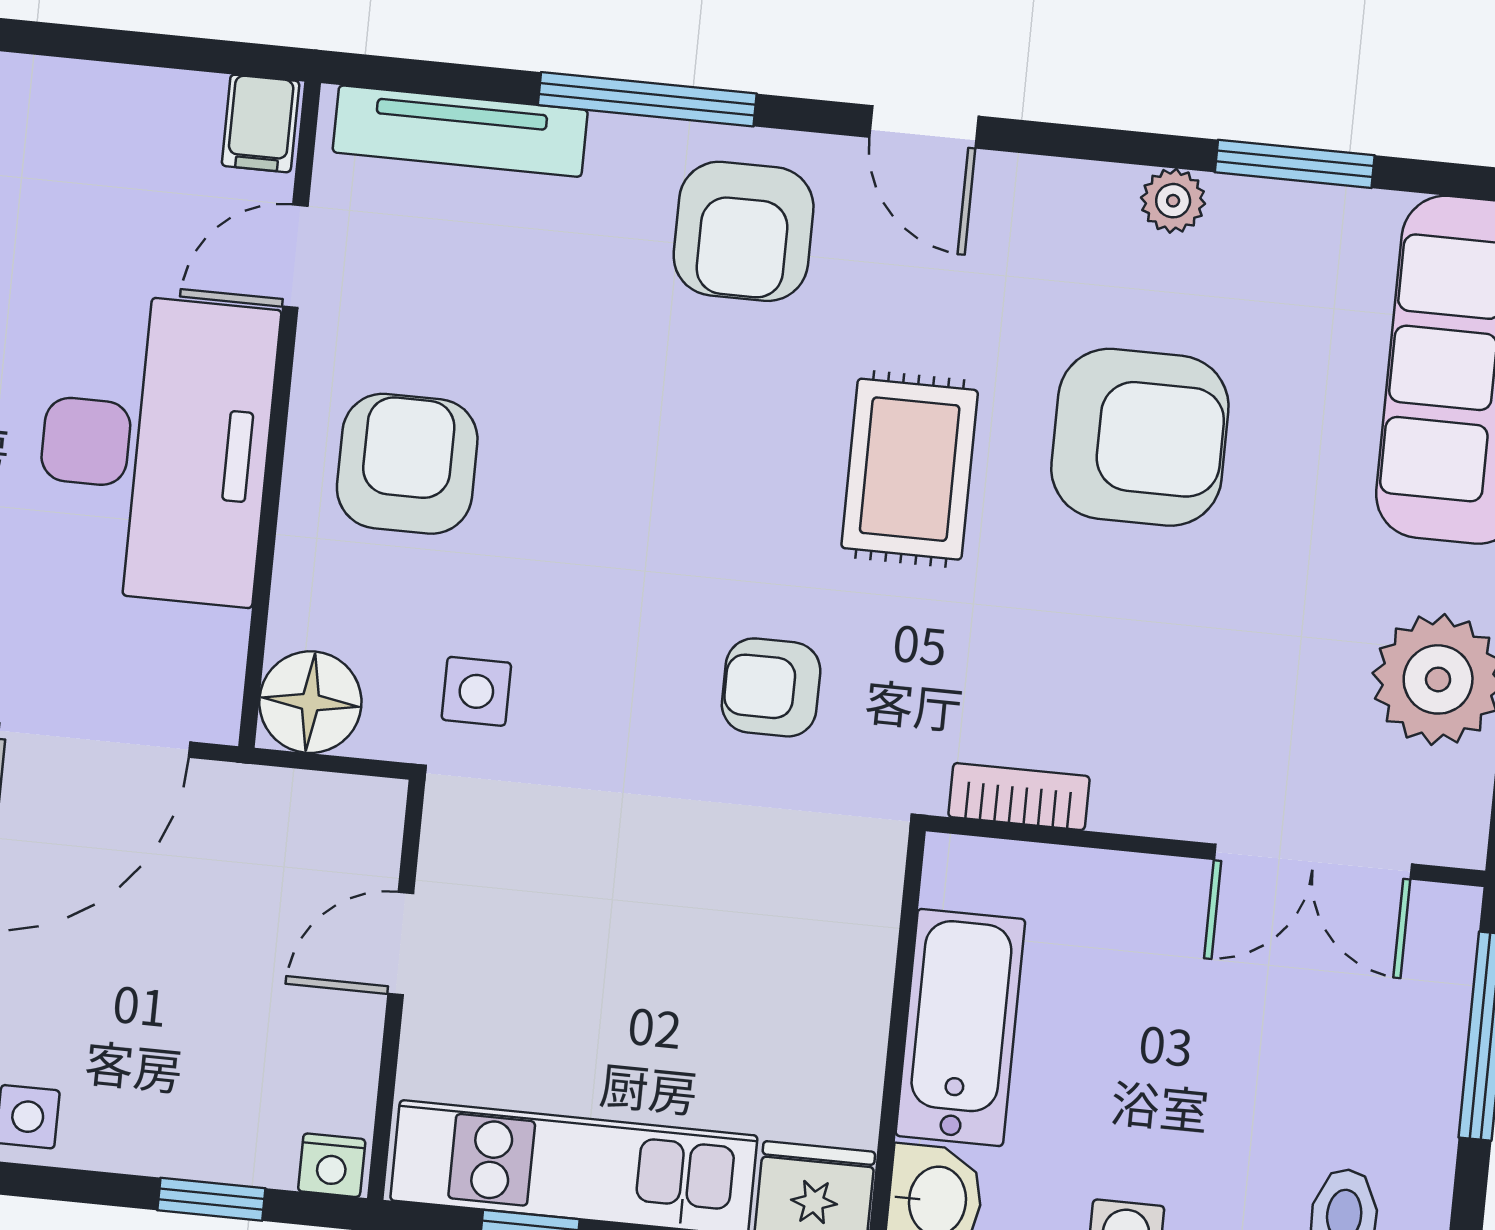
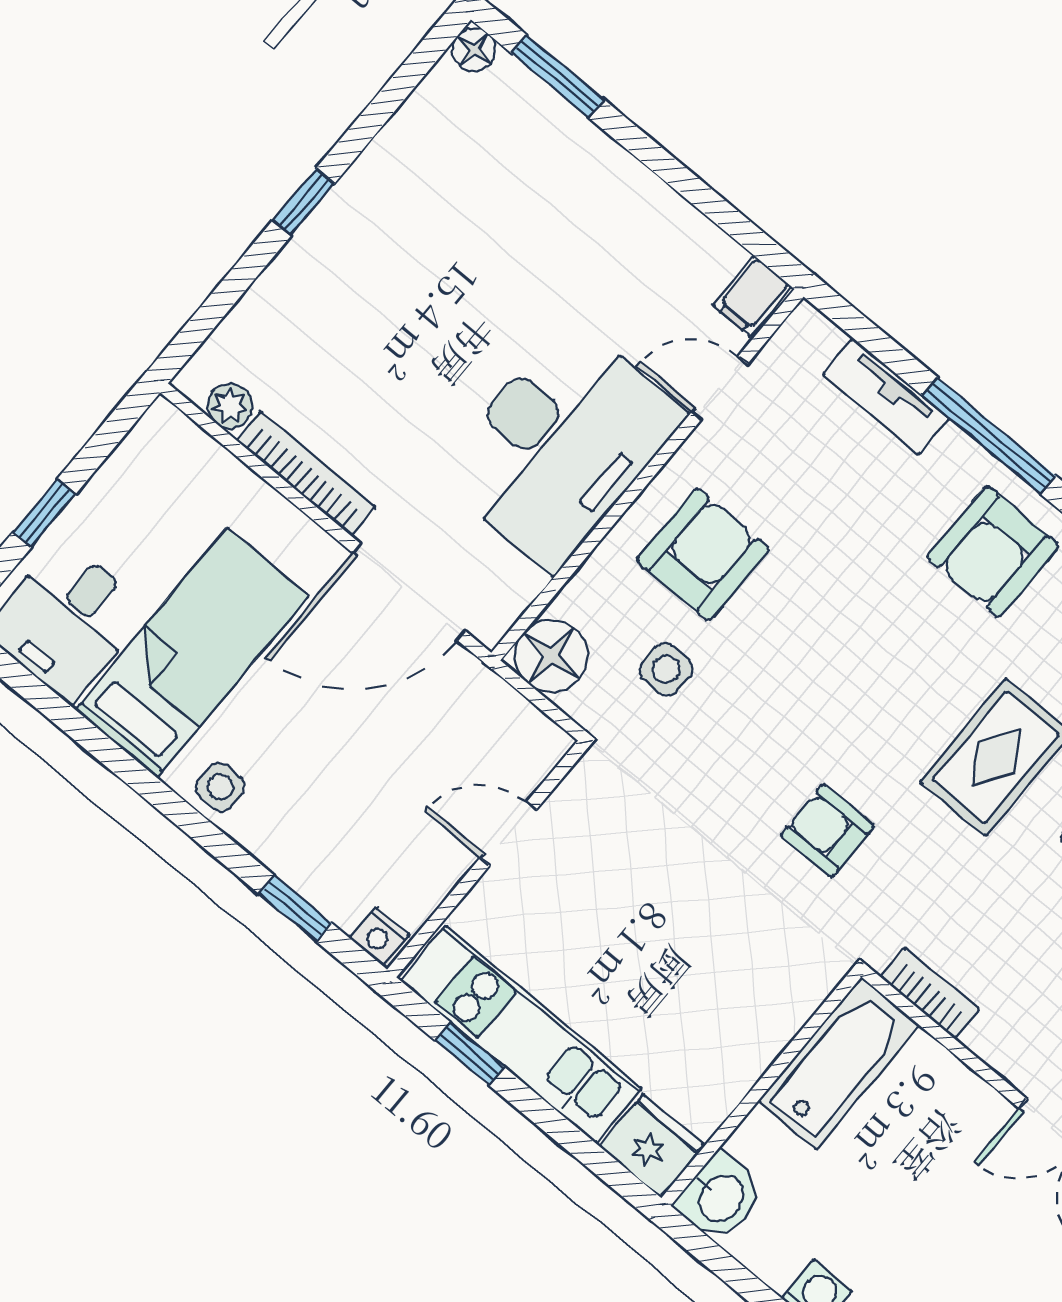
tv unit: (460, 131) -> (886, 396), width x0.71
side table: (476, 691) -> (666, 669), moved
bathtub: (960, 1027) -> (839, 1063), moved

